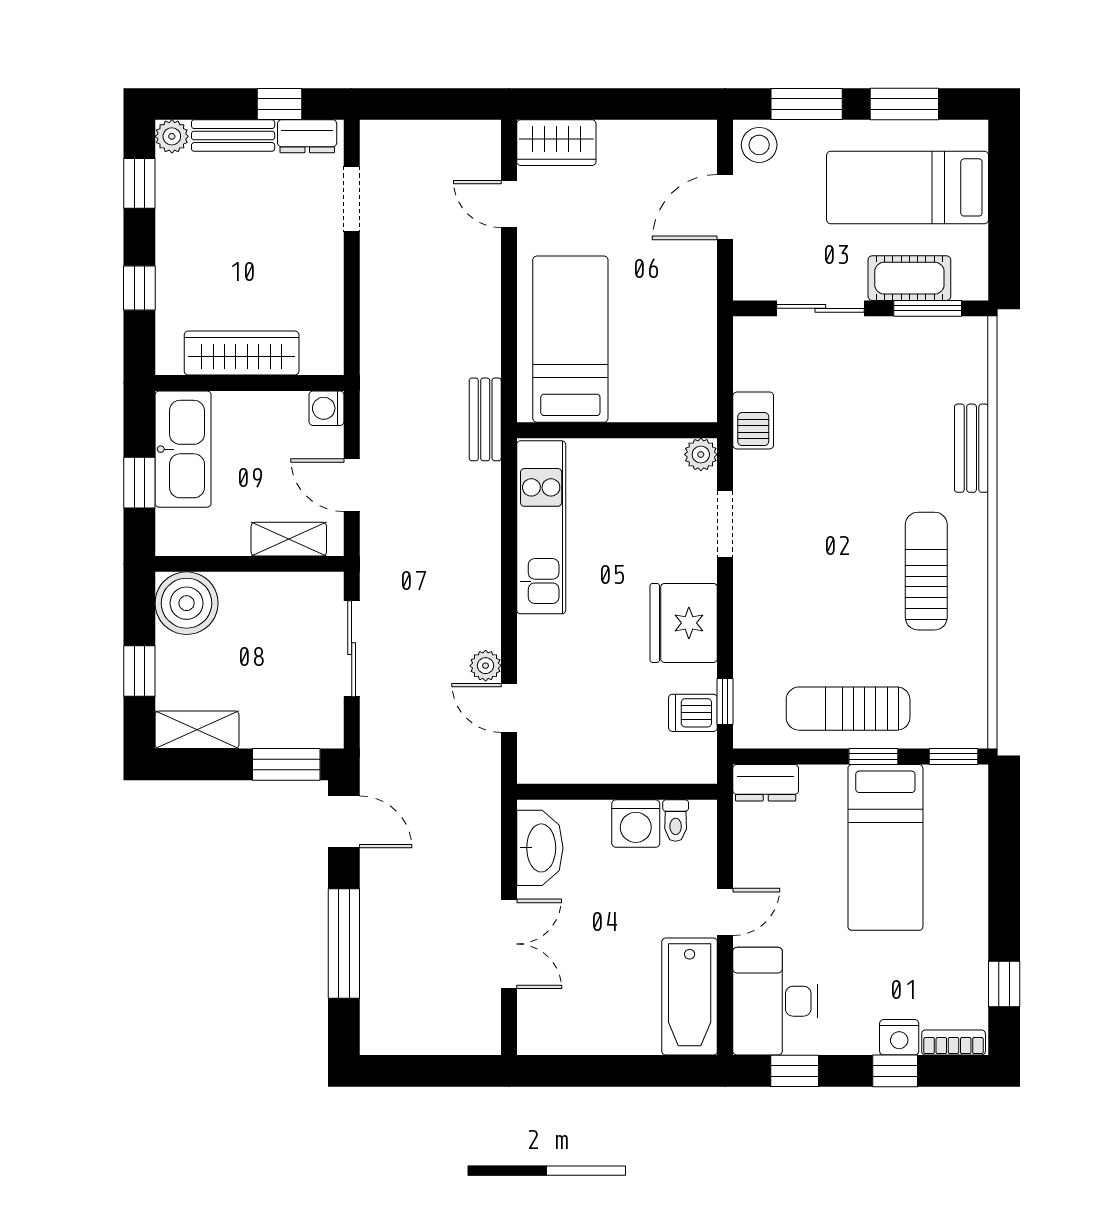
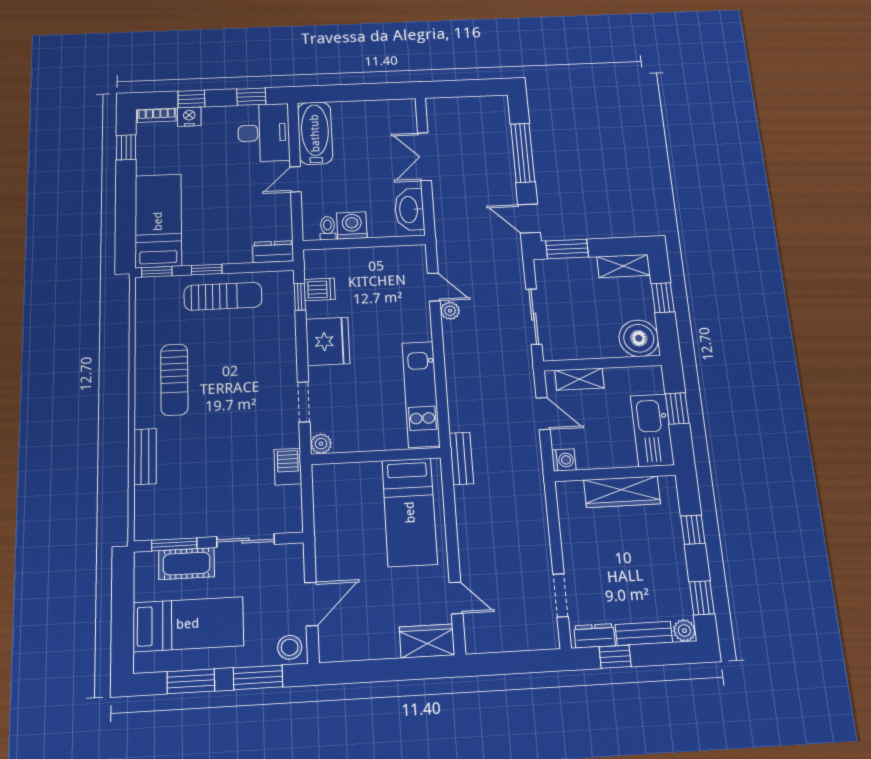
bed: (885, 847) -> (158, 221), moved

